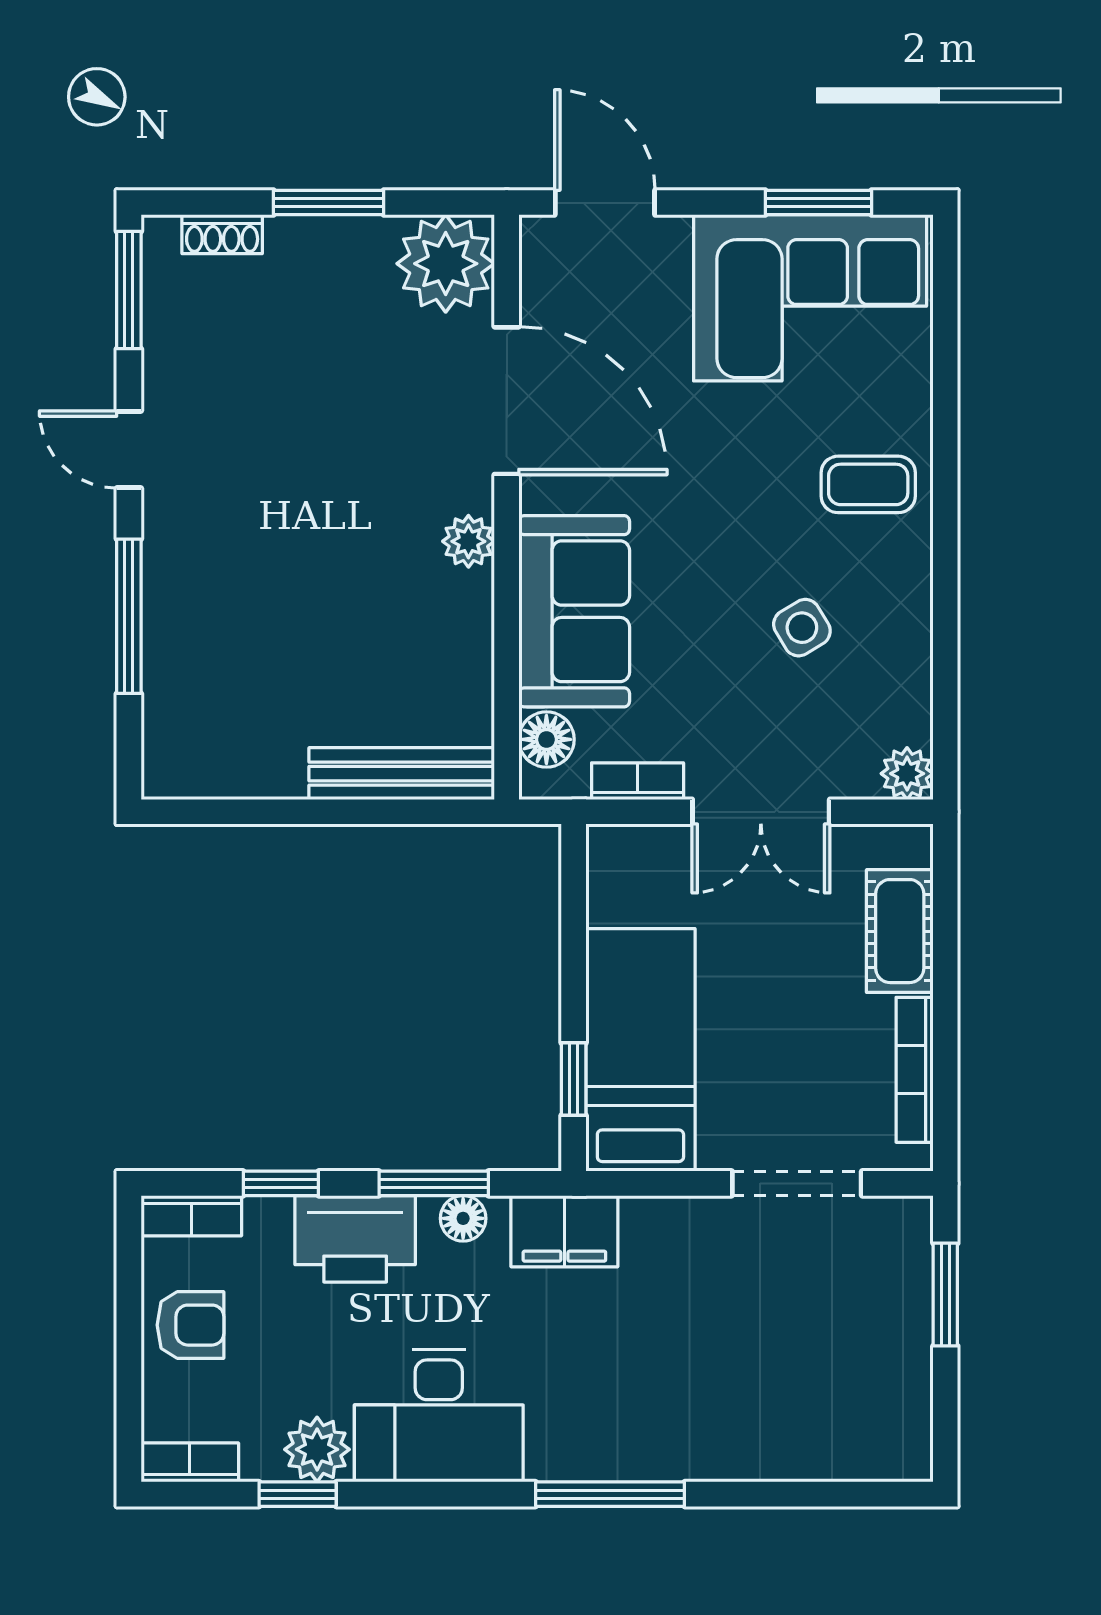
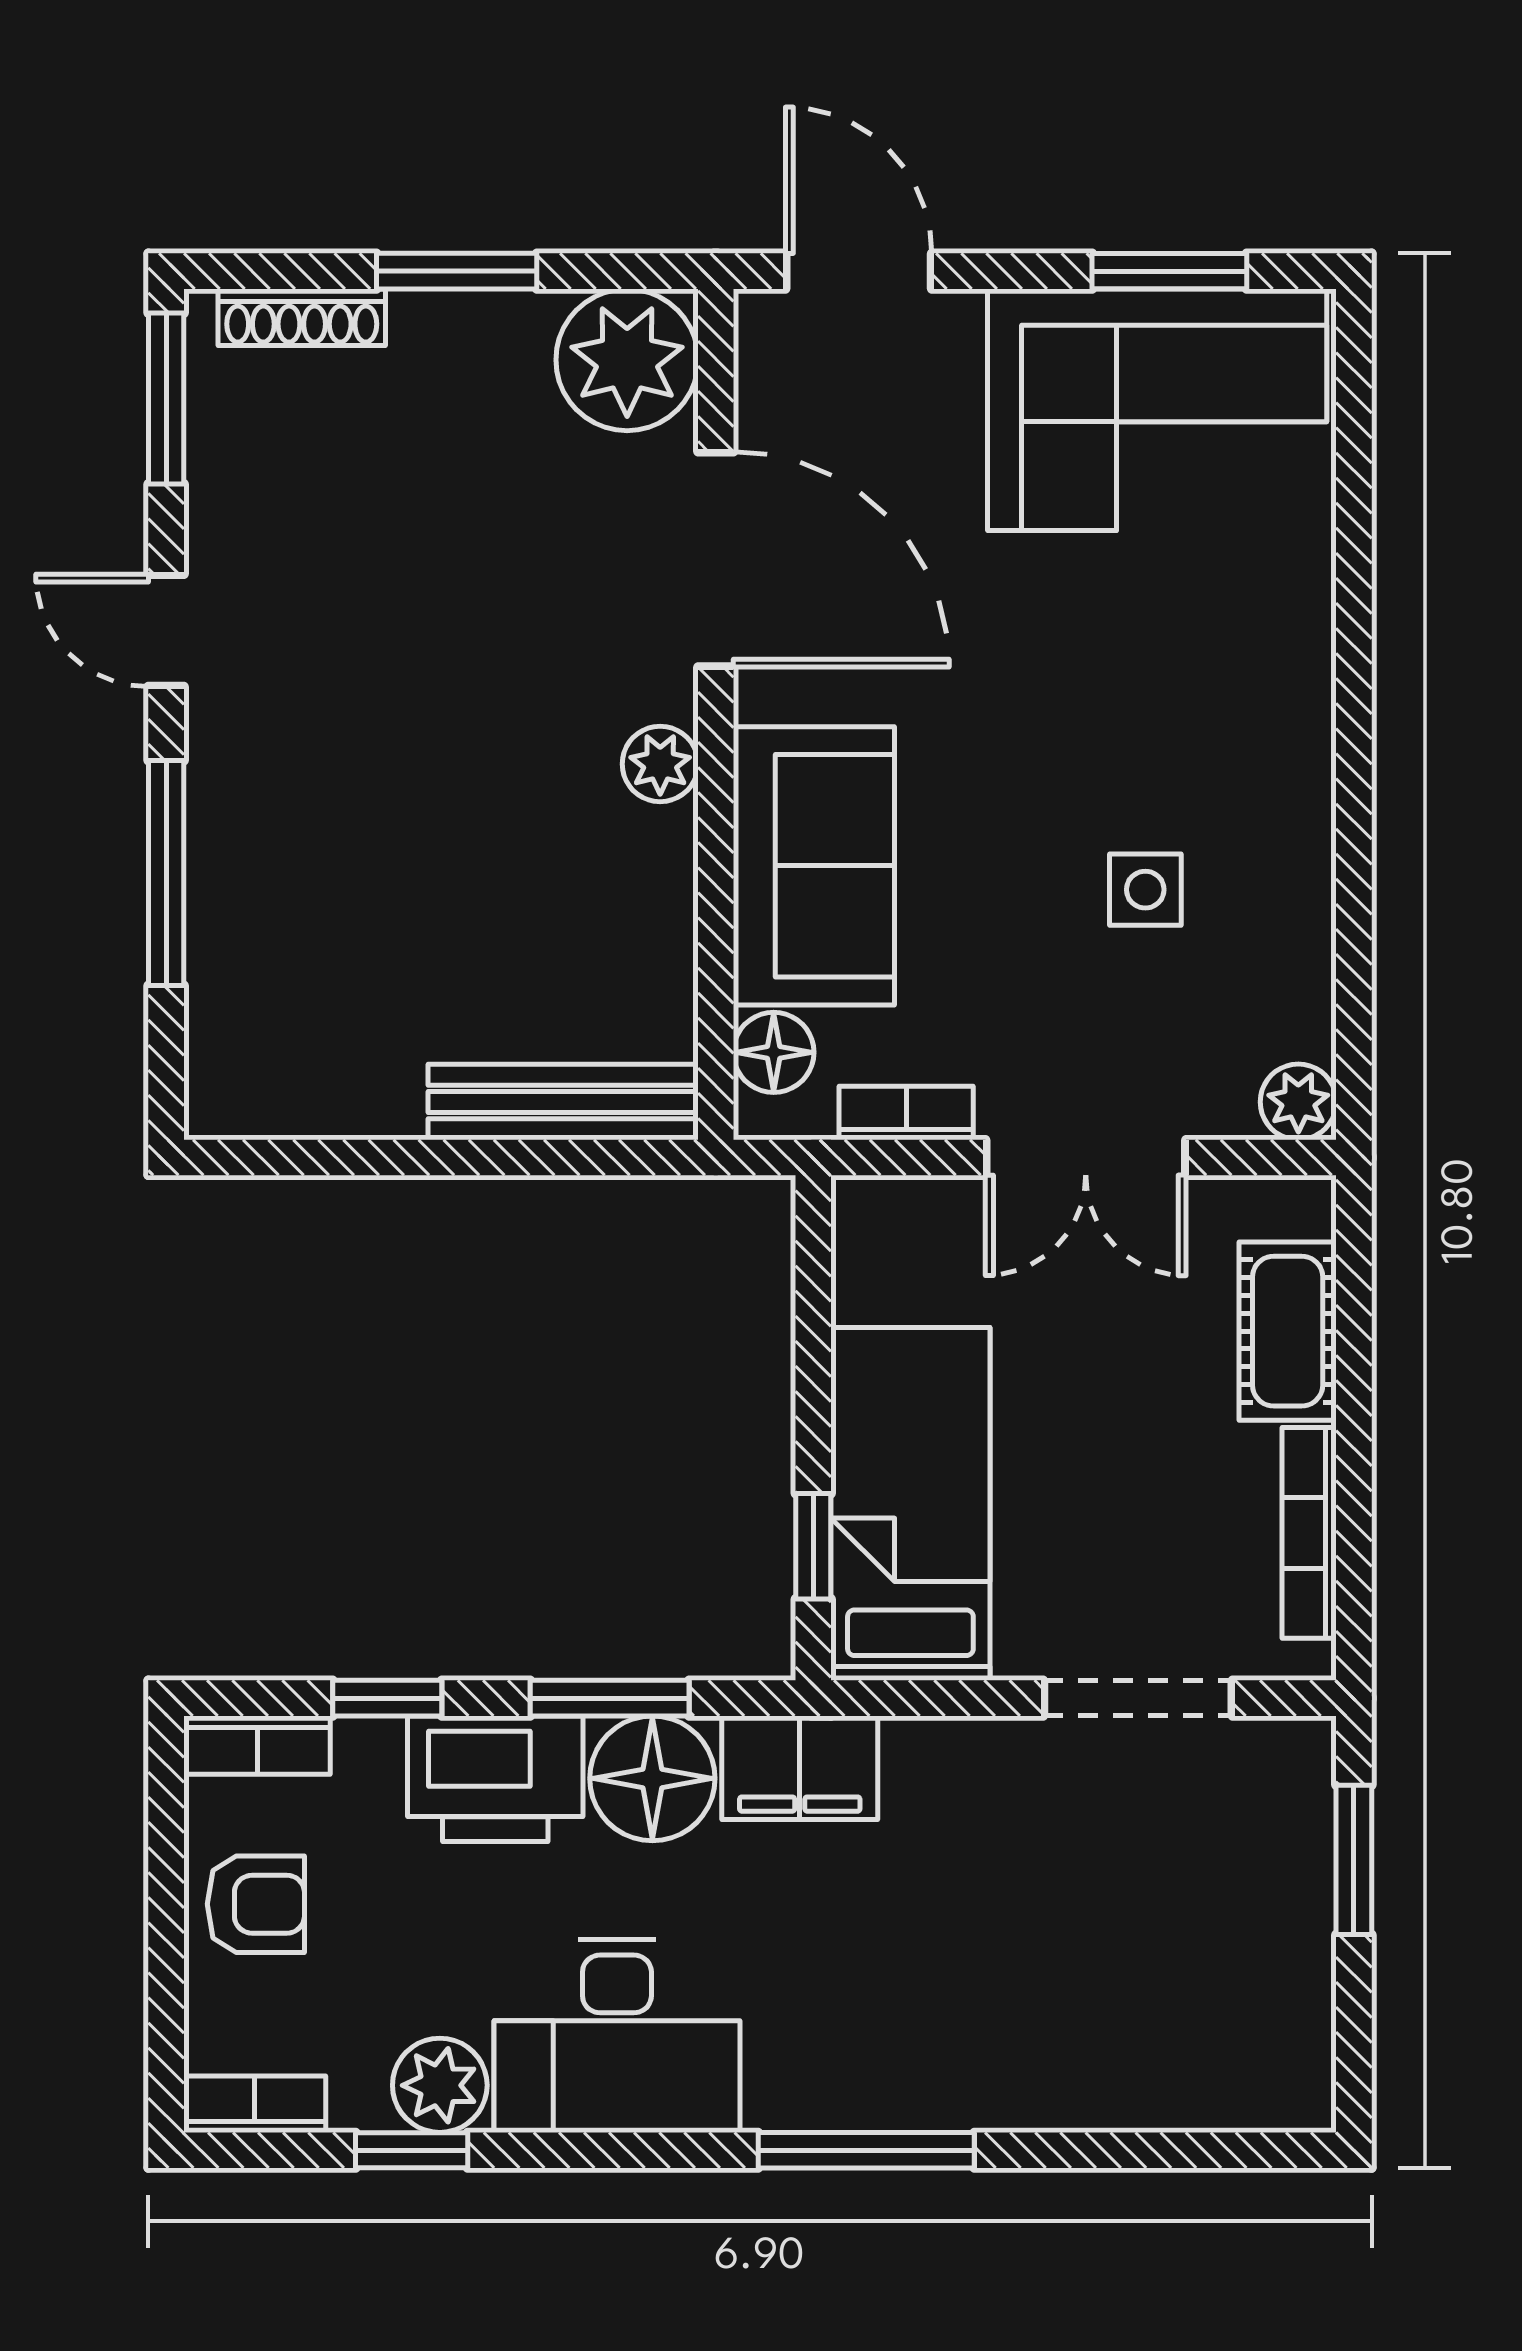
shoe rack: (222, 234) -> (302, 317), width x1.43
coffee table: (868, 484) -> (1242, 681), removed
side table: (802, 628) -> (1145, 890), turned 31
floor lamp: (463, 1218) -> (652, 1778), width x1.89, depth x1.89

